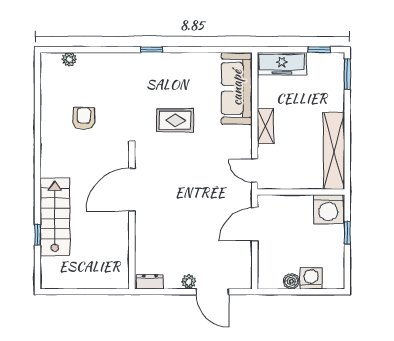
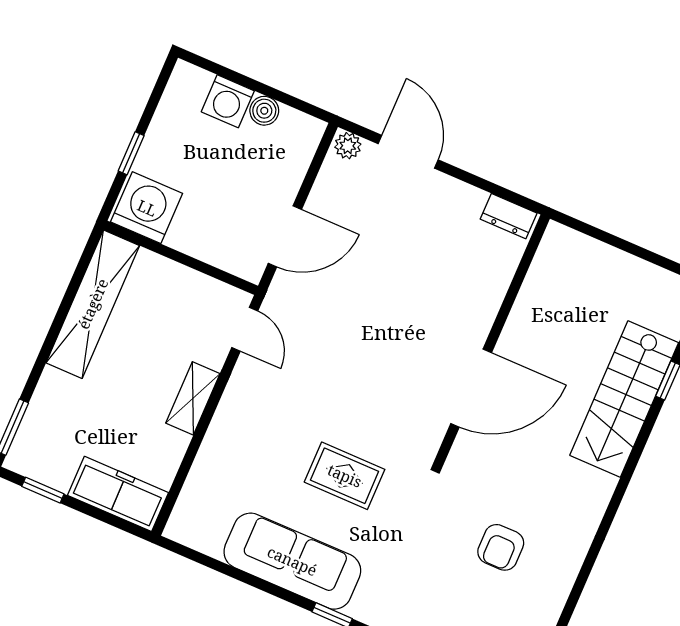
sofa: (237, 88) -> (292, 561), moved, turned -90
plant: (189, 282) -> (348, 146), moved

